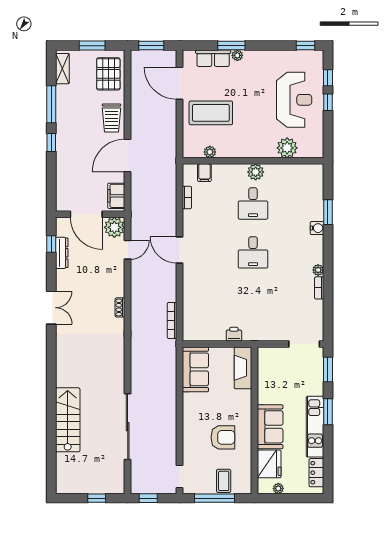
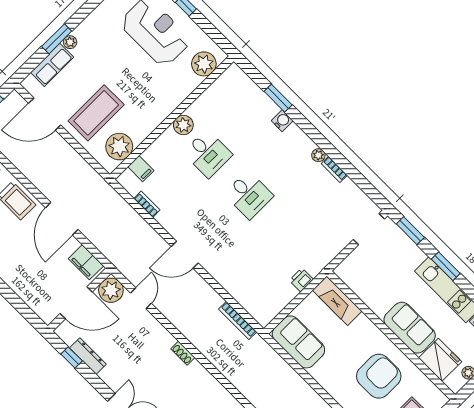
plant: (287, 148) -> (204, 64), moved
plant: (210, 152) -> (119, 147), width x1.87, depth x1.87
armchair: (223, 437) -> (379, 376), width x1.36, depth x1.36

